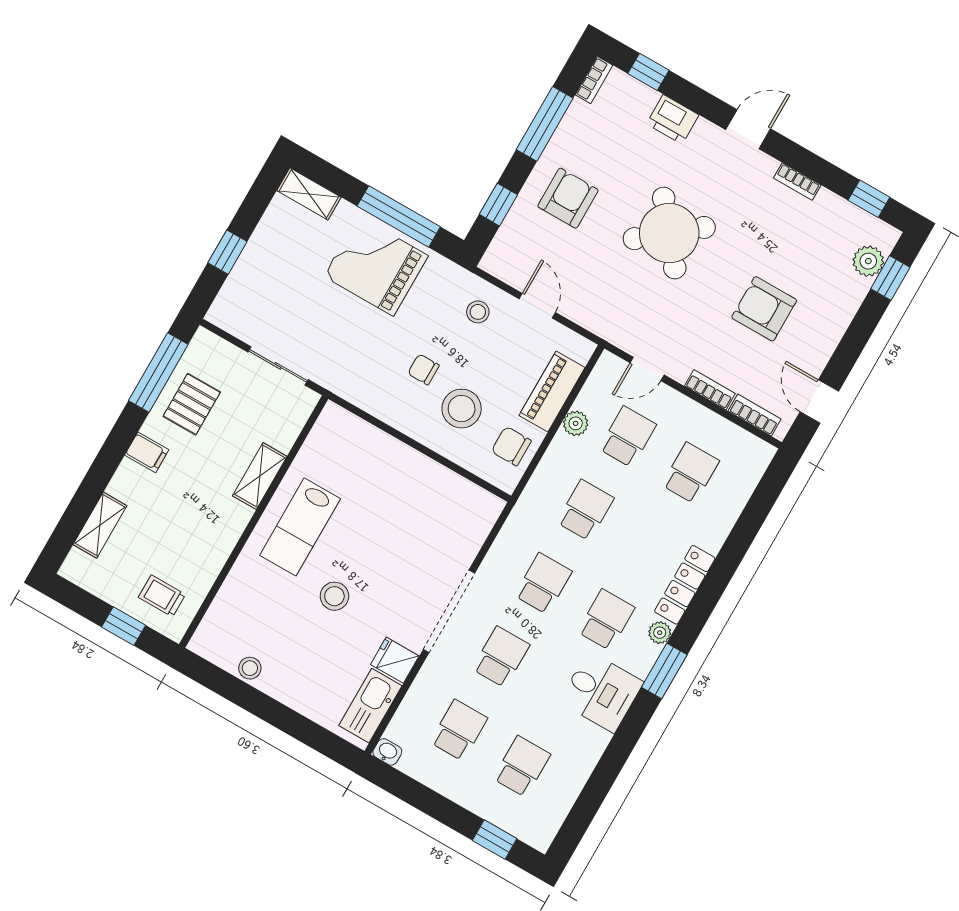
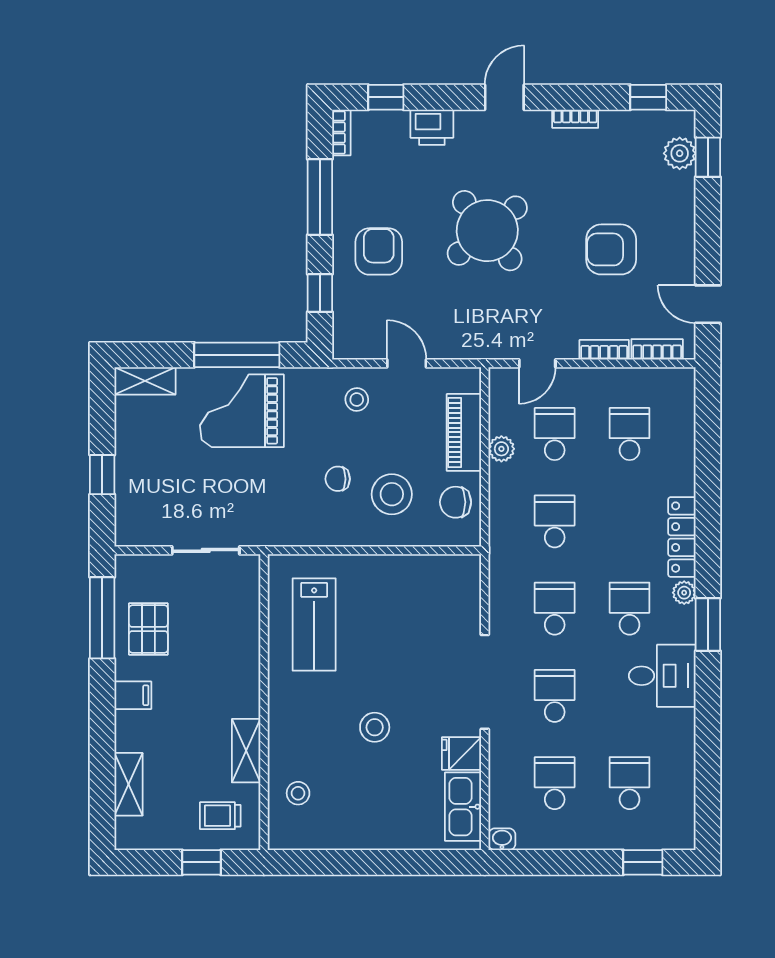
shelving: (260, 476) -> (246, 751), moved
lab bench: (300, 527) -> (314, 625), moved
stool: (250, 668) -> (298, 793), moved

